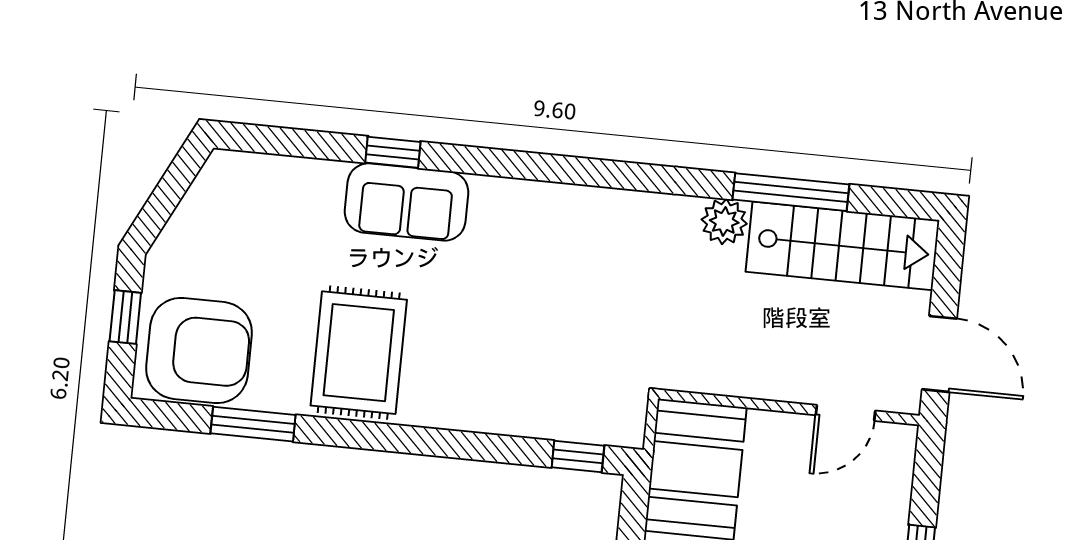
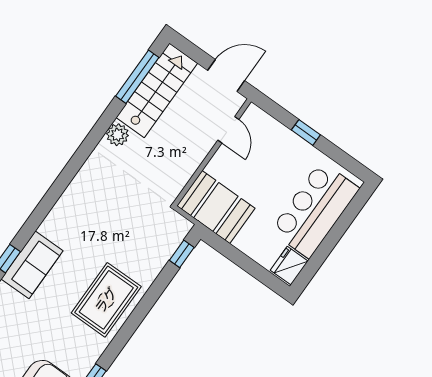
window: (791, 192) -> (137, 77), moved
rug: (359, 353) -> (106, 300), moved, turned 90

